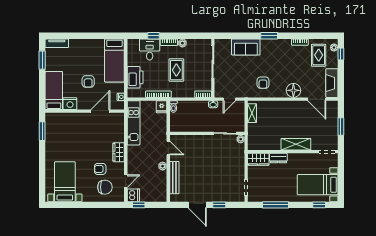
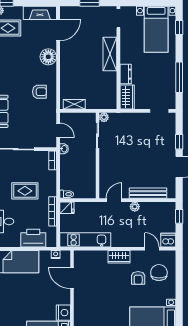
armchair: (88, 81) -> (38, 292), removed
window: (139, 205) -> (179, 216), moved

